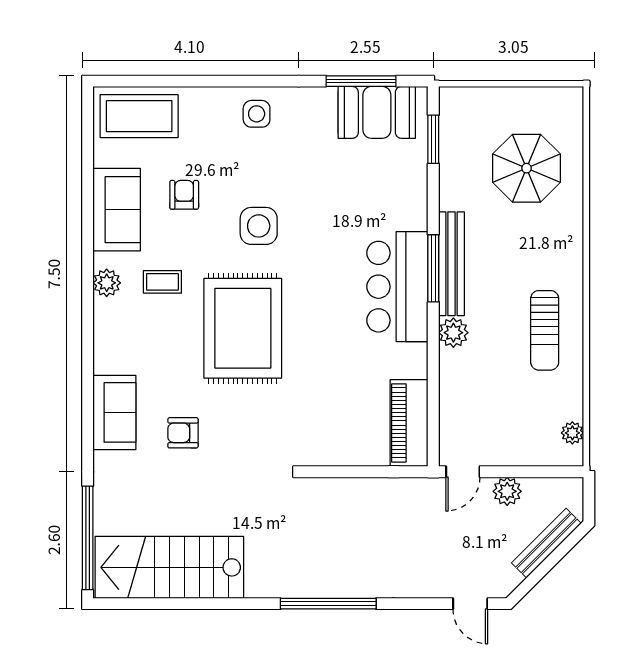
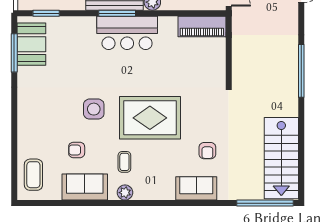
side table: (257, 114) -> (32, 110), removed
coffee table: (139, 116) -> (33, 175), width x0.73, depth x0.76

